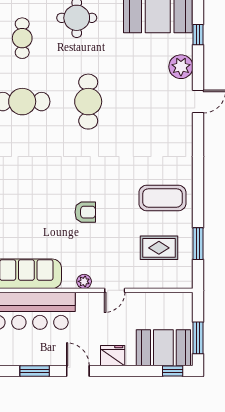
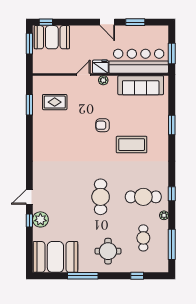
window: (198, 35) -> (29, 221), moved
coffee table: (162, 198) -> (132, 145), moved
fridge: (113, 356) -> (100, 67), moved, turned 180

